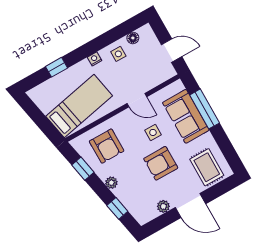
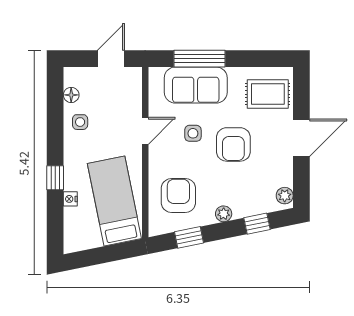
nightstand: (94, 59) -> (70, 199), moved
window: (57, 67) -> (55, 178), moved
armchair: (107, 146) -> (178, 195), turned -90
plant: (163, 206) -> (285, 196), moved

